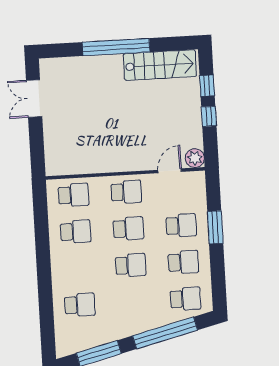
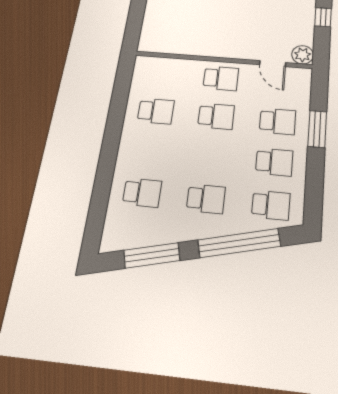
door: (170, 171) -> (273, 64), swing flipped
school desk: (74, 195) -> (162, 74), removed
school desk: (131, 265) -> (206, 199), moved

